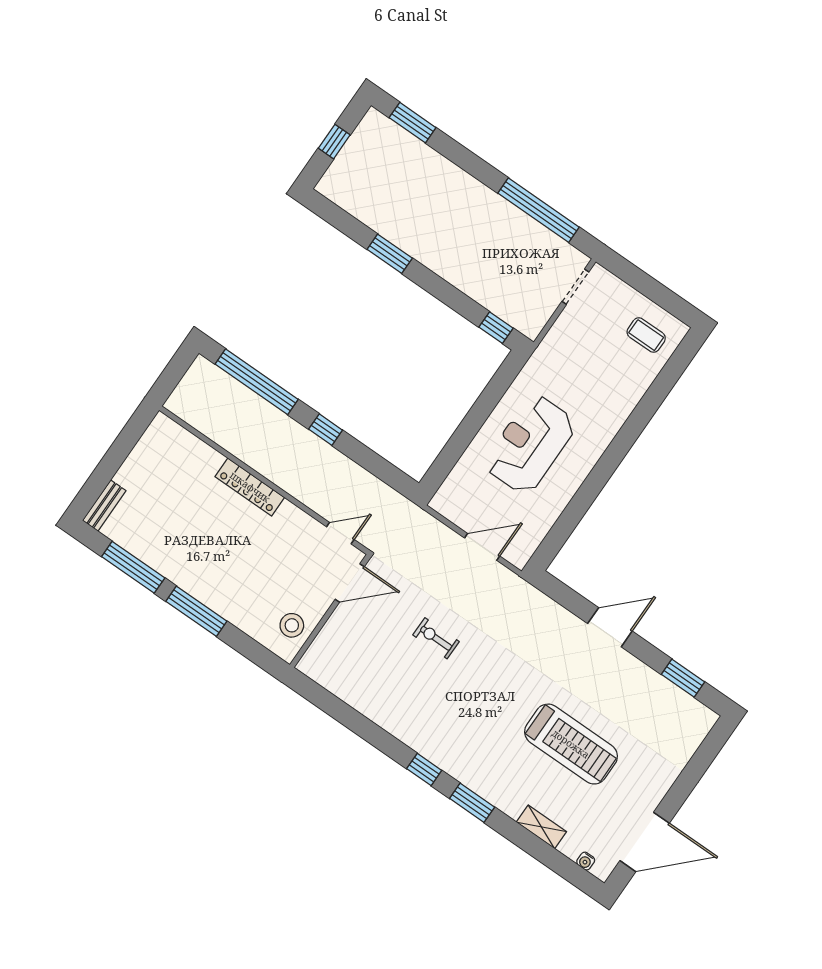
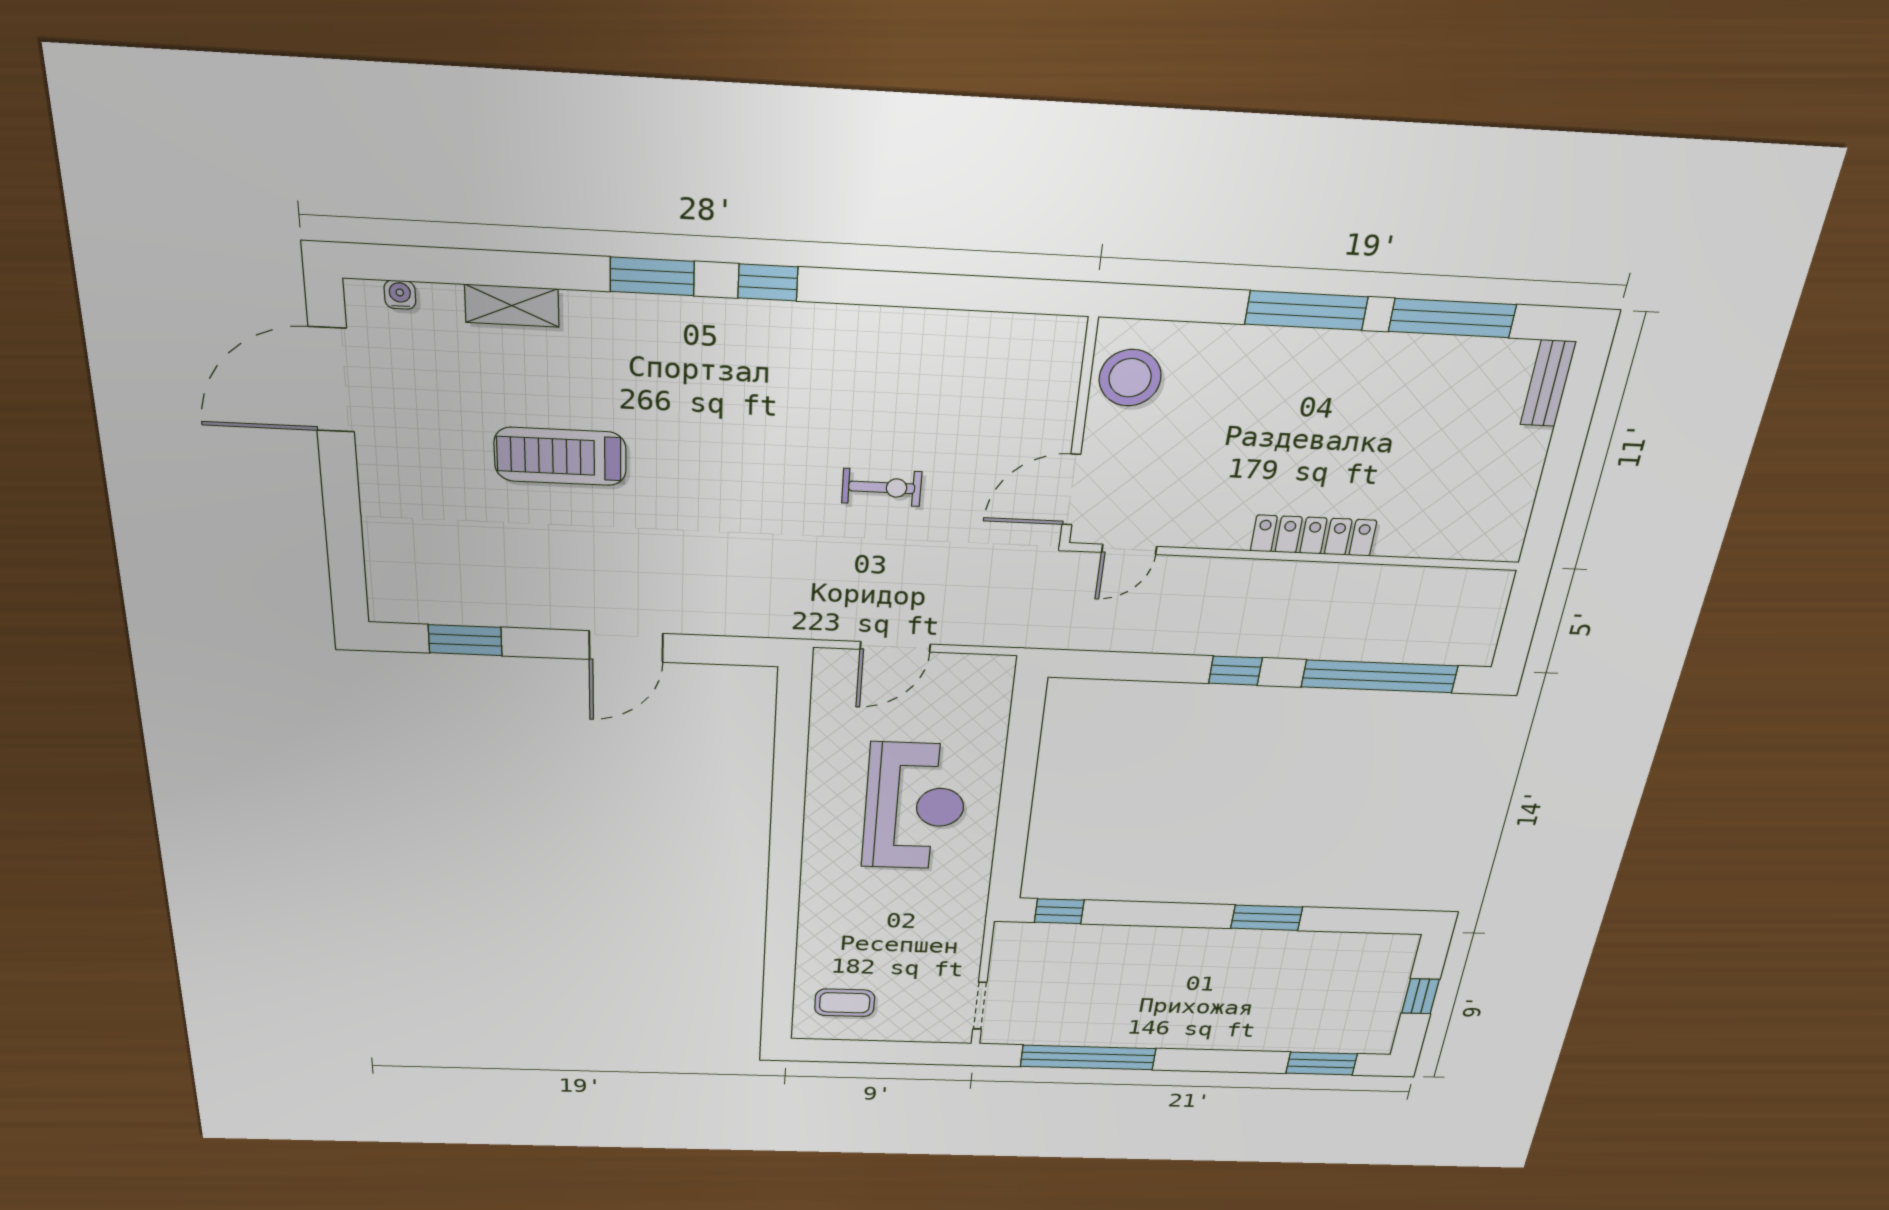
stool: (292, 625) -> (1130, 378), width x1.38, depth x1.38
treadmill: (571, 744) -> (560, 456), width x0.73, depth x0.73

